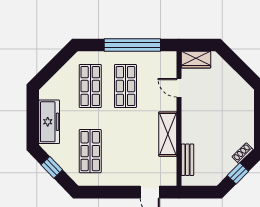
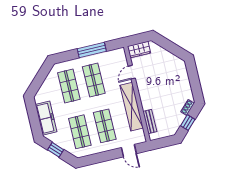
window: (132, 45) -> (92, 50), width x0.68
door: (179, 88) -> (132, 72), hinge flipped
shelving: (168, 134) -> (132, 107), width x1.47
shop shelf: (125, 151) -> (105, 126), added

